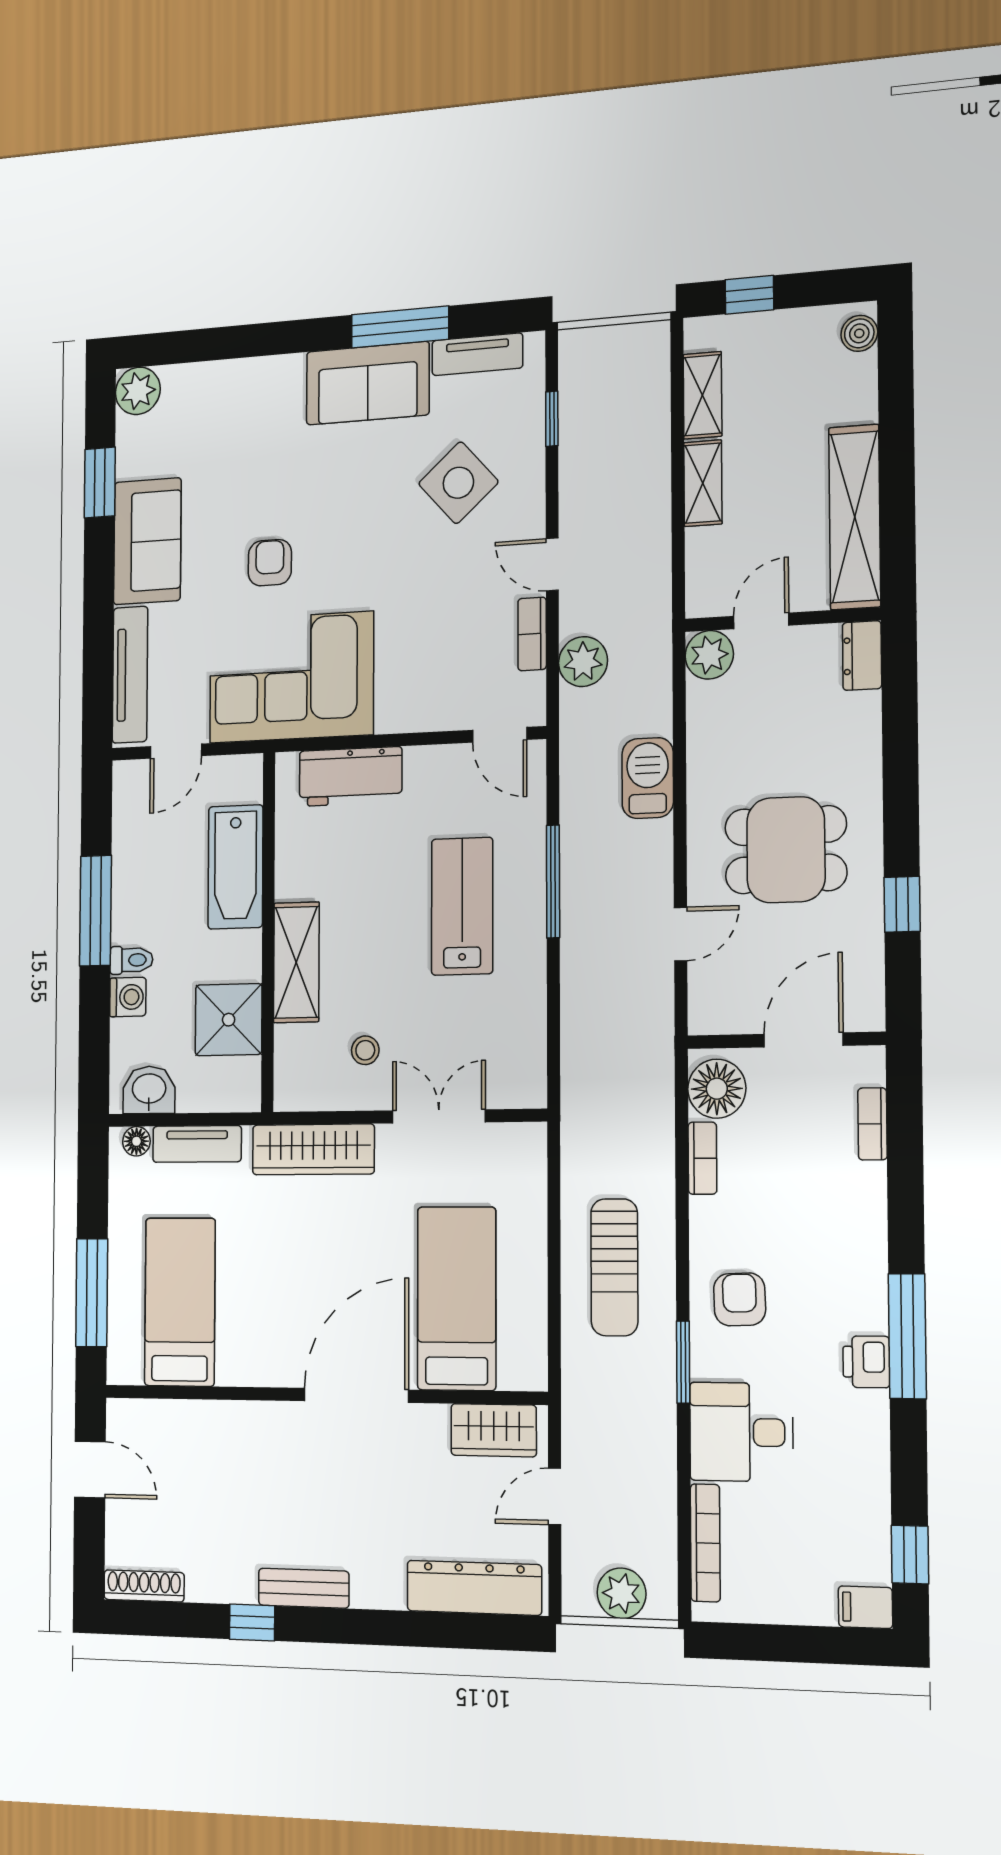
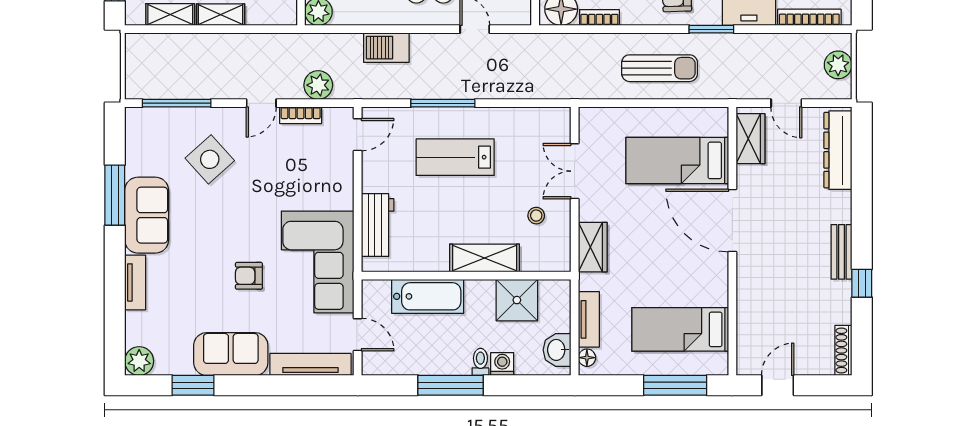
tv unit: (477, 354) -> (135, 282), moved
window: (552, 419) -> (177, 103), width x2.17
wardrobe: (313, 1149) -> (593, 247), width x0.67

